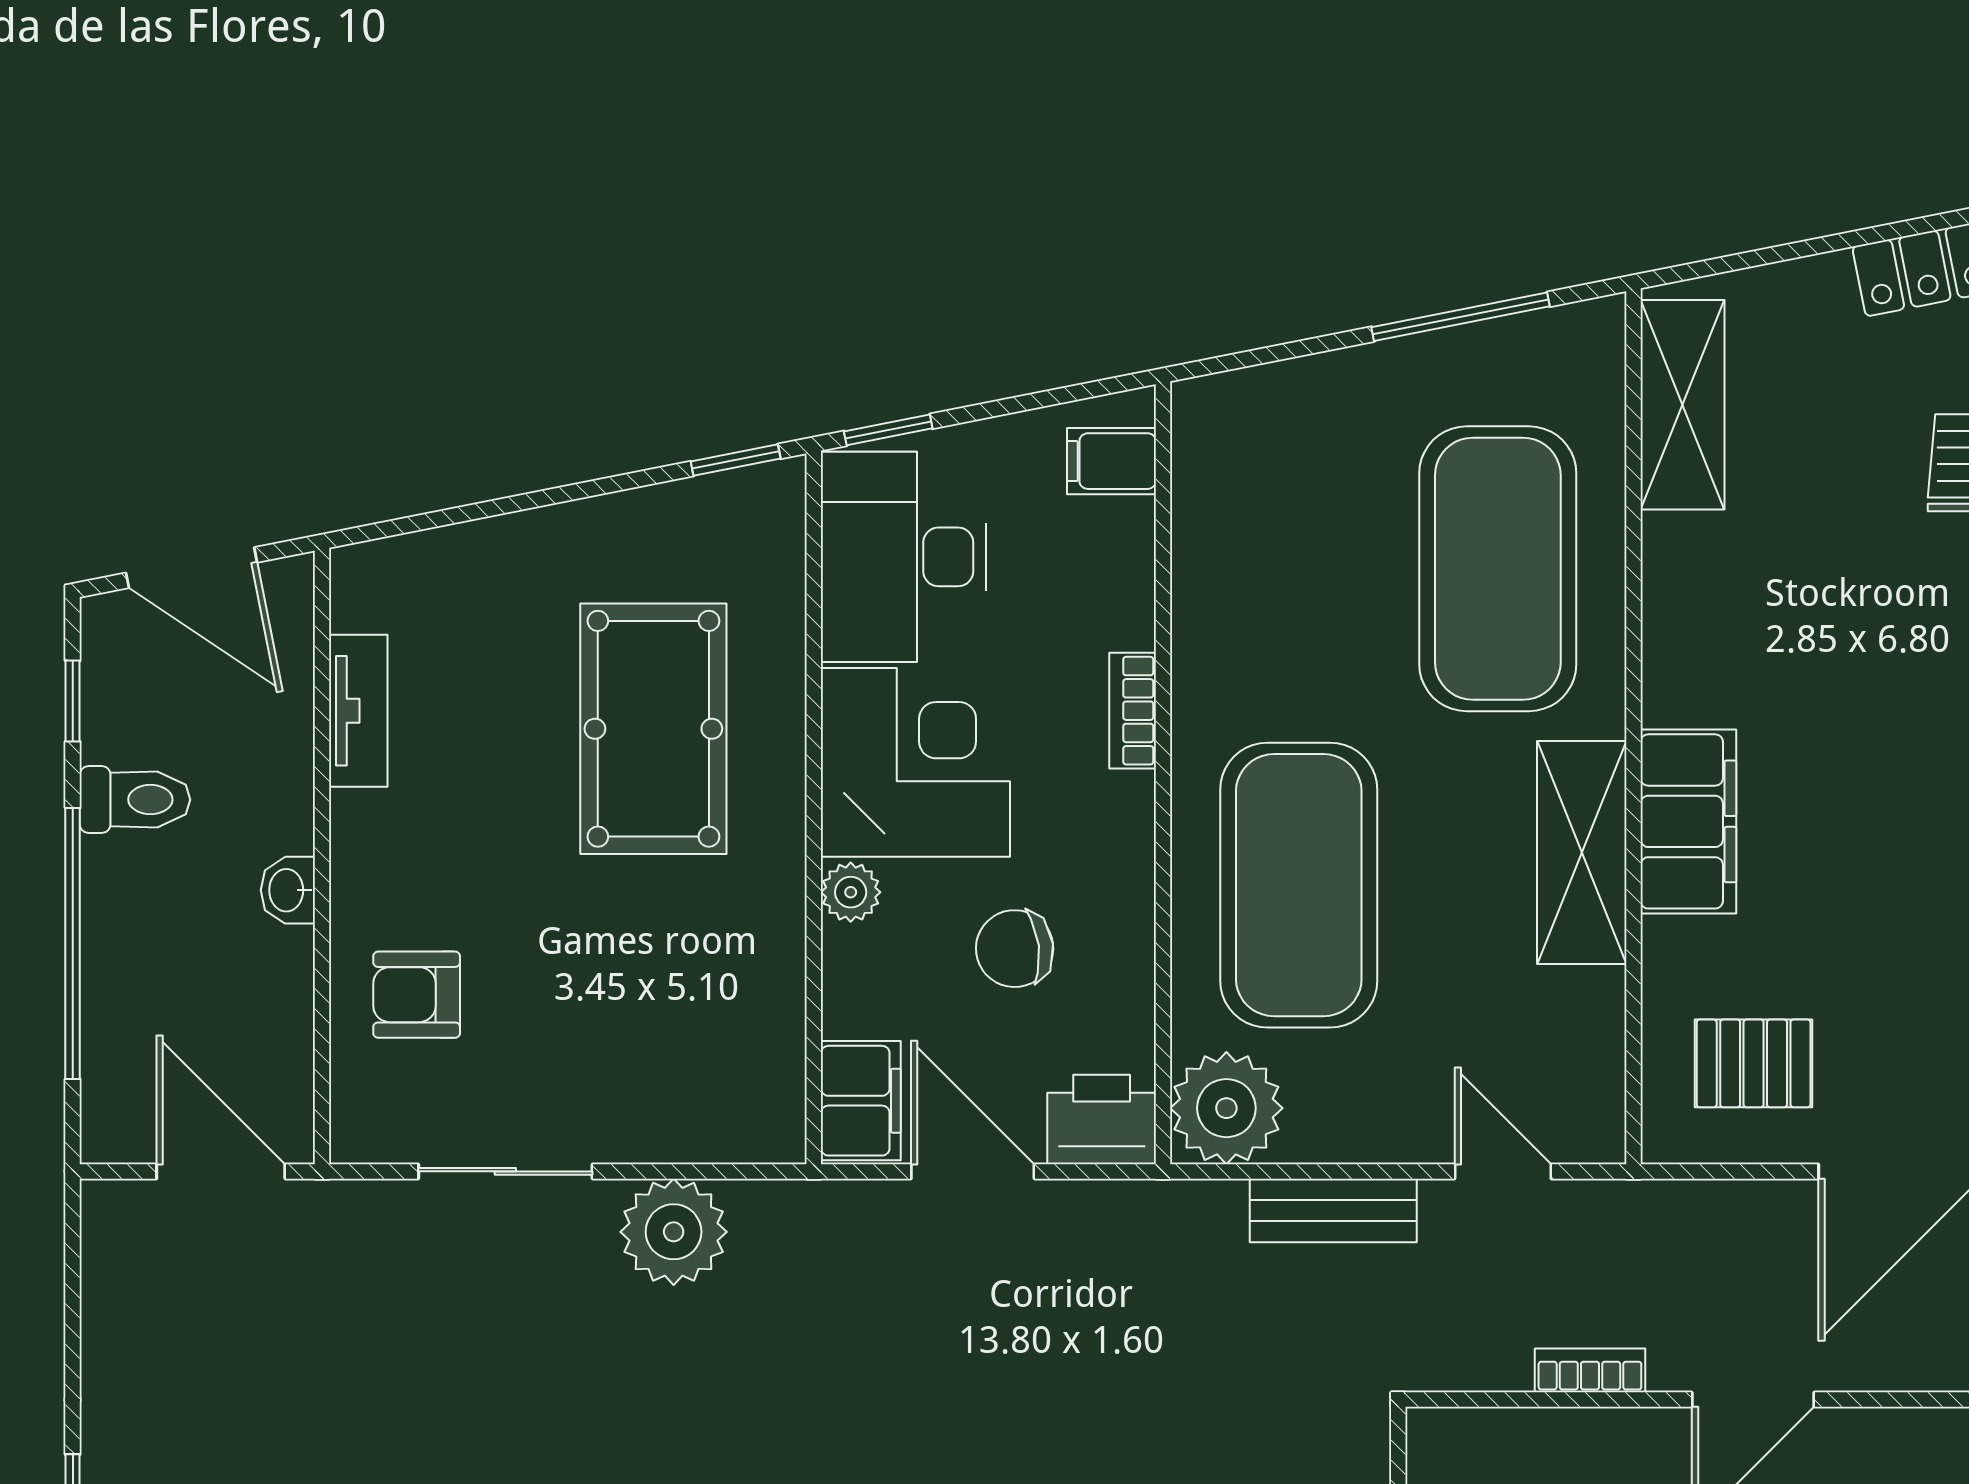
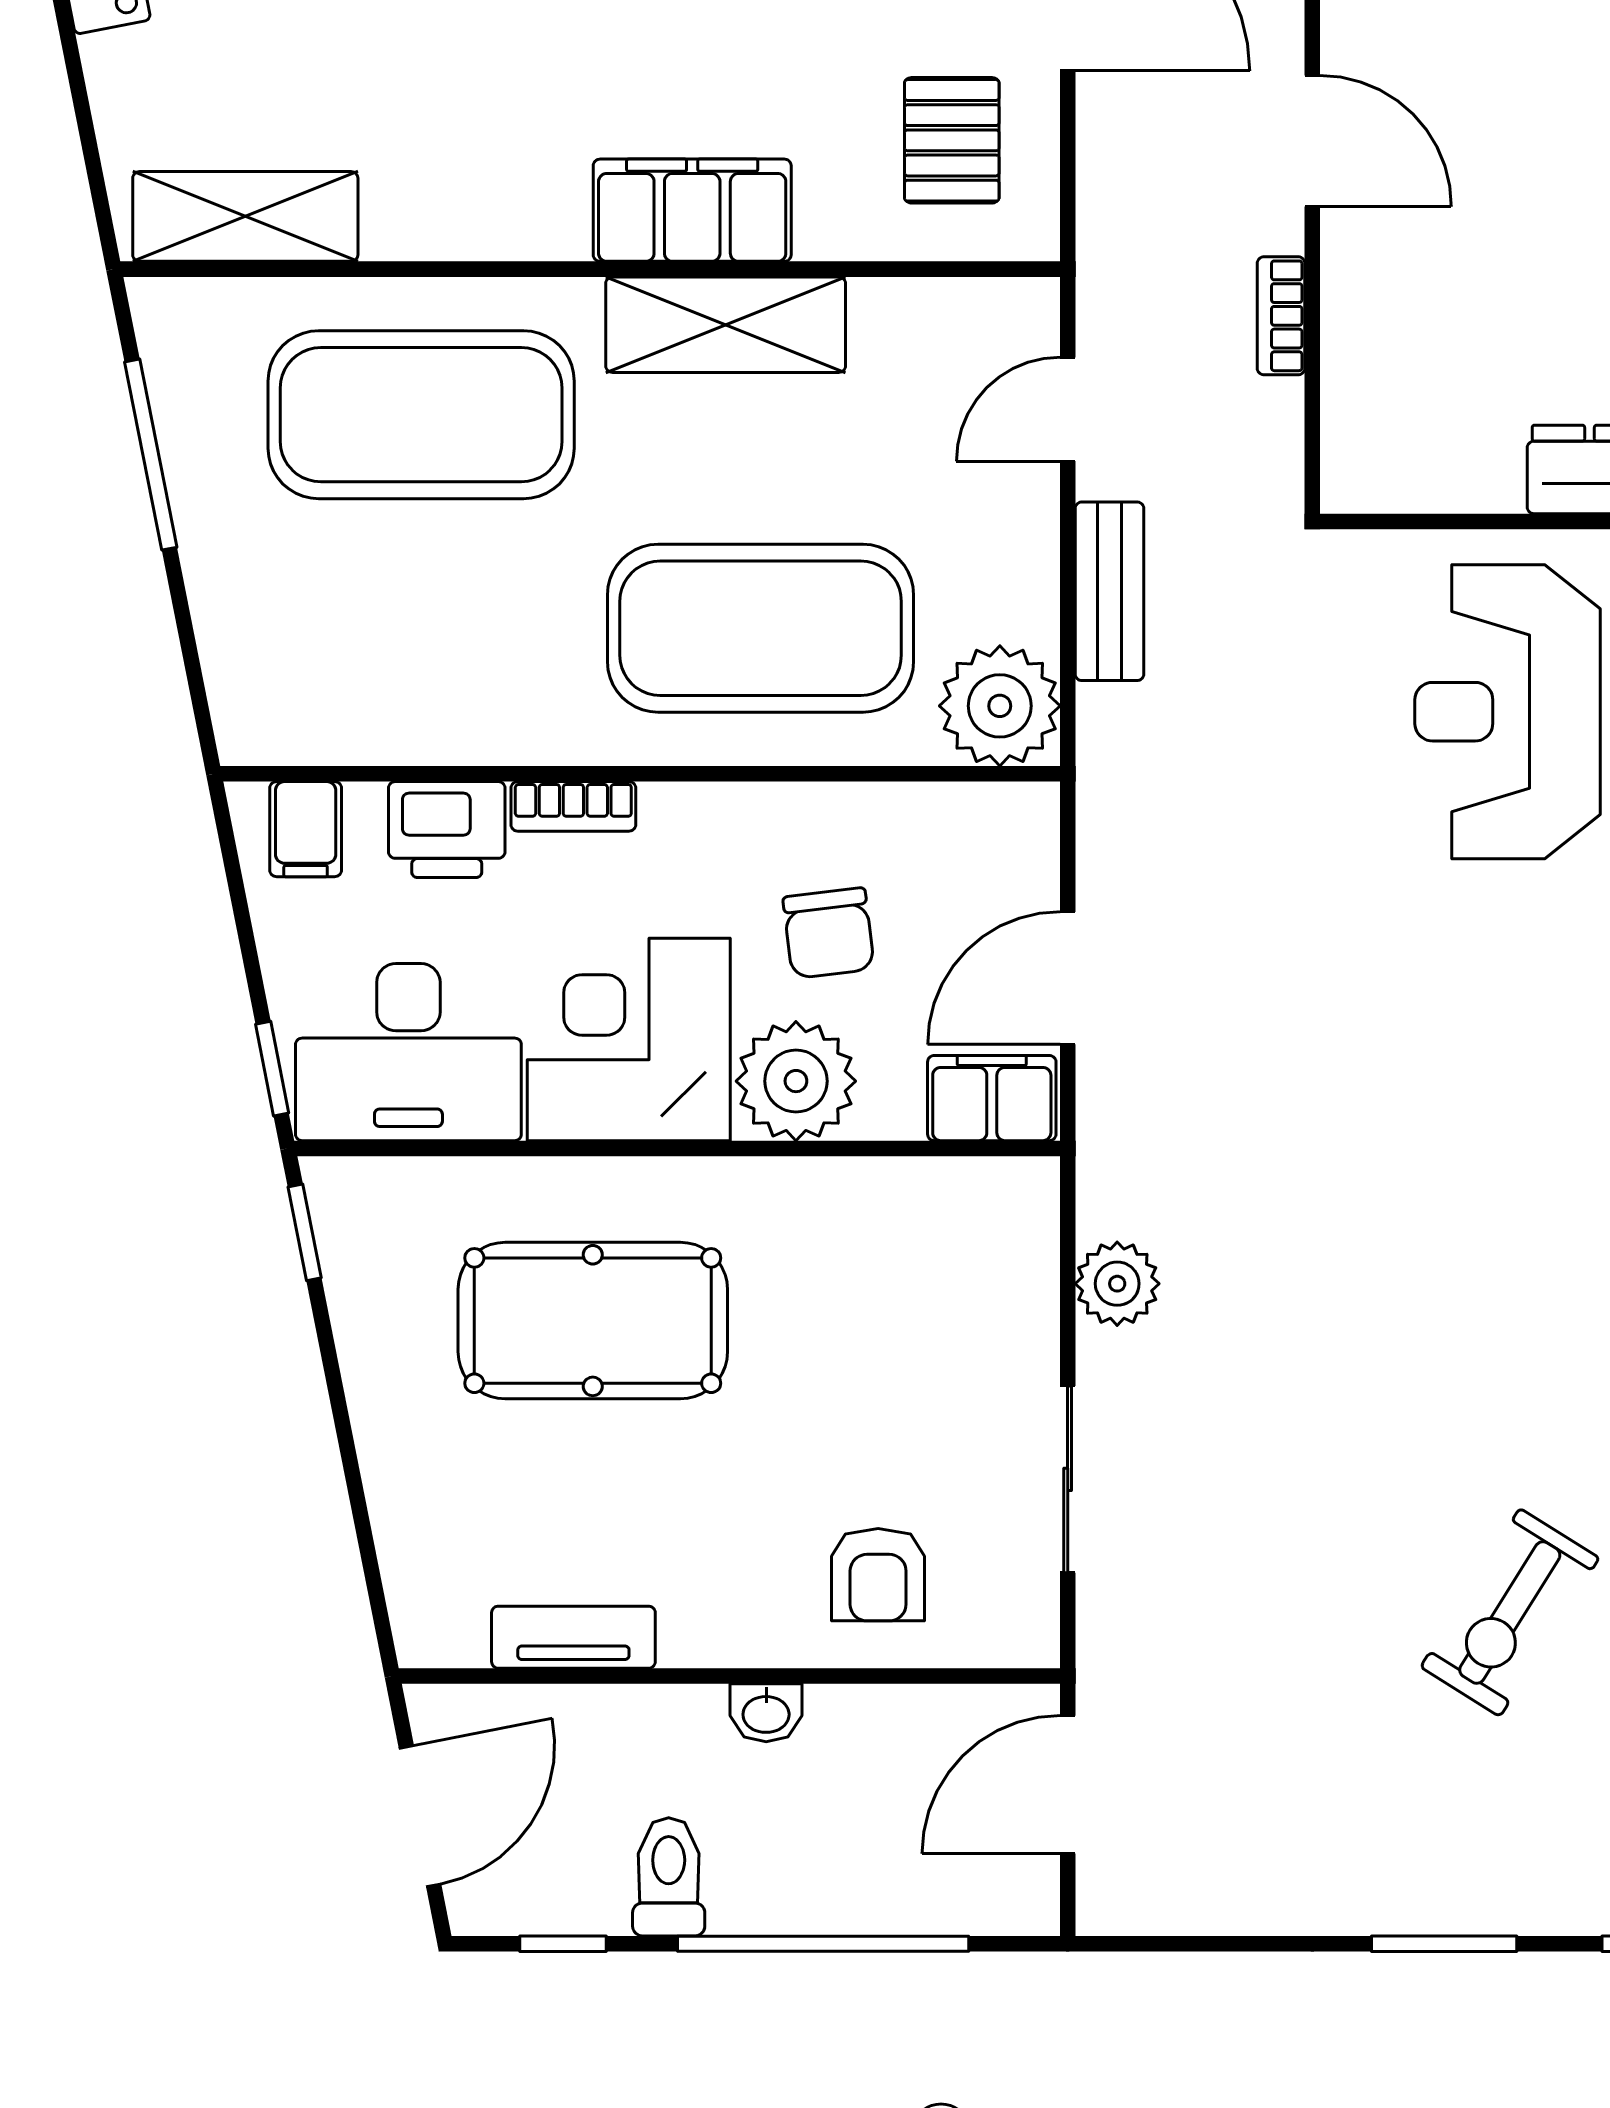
plant: (851, 892) -> (796, 1081), width x1.88, depth x1.88
printer: (1102, 1119) -> (447, 830), moved, turned -90
plant: (674, 1232) -> (1117, 1284), width x0.73, depth x0.73

